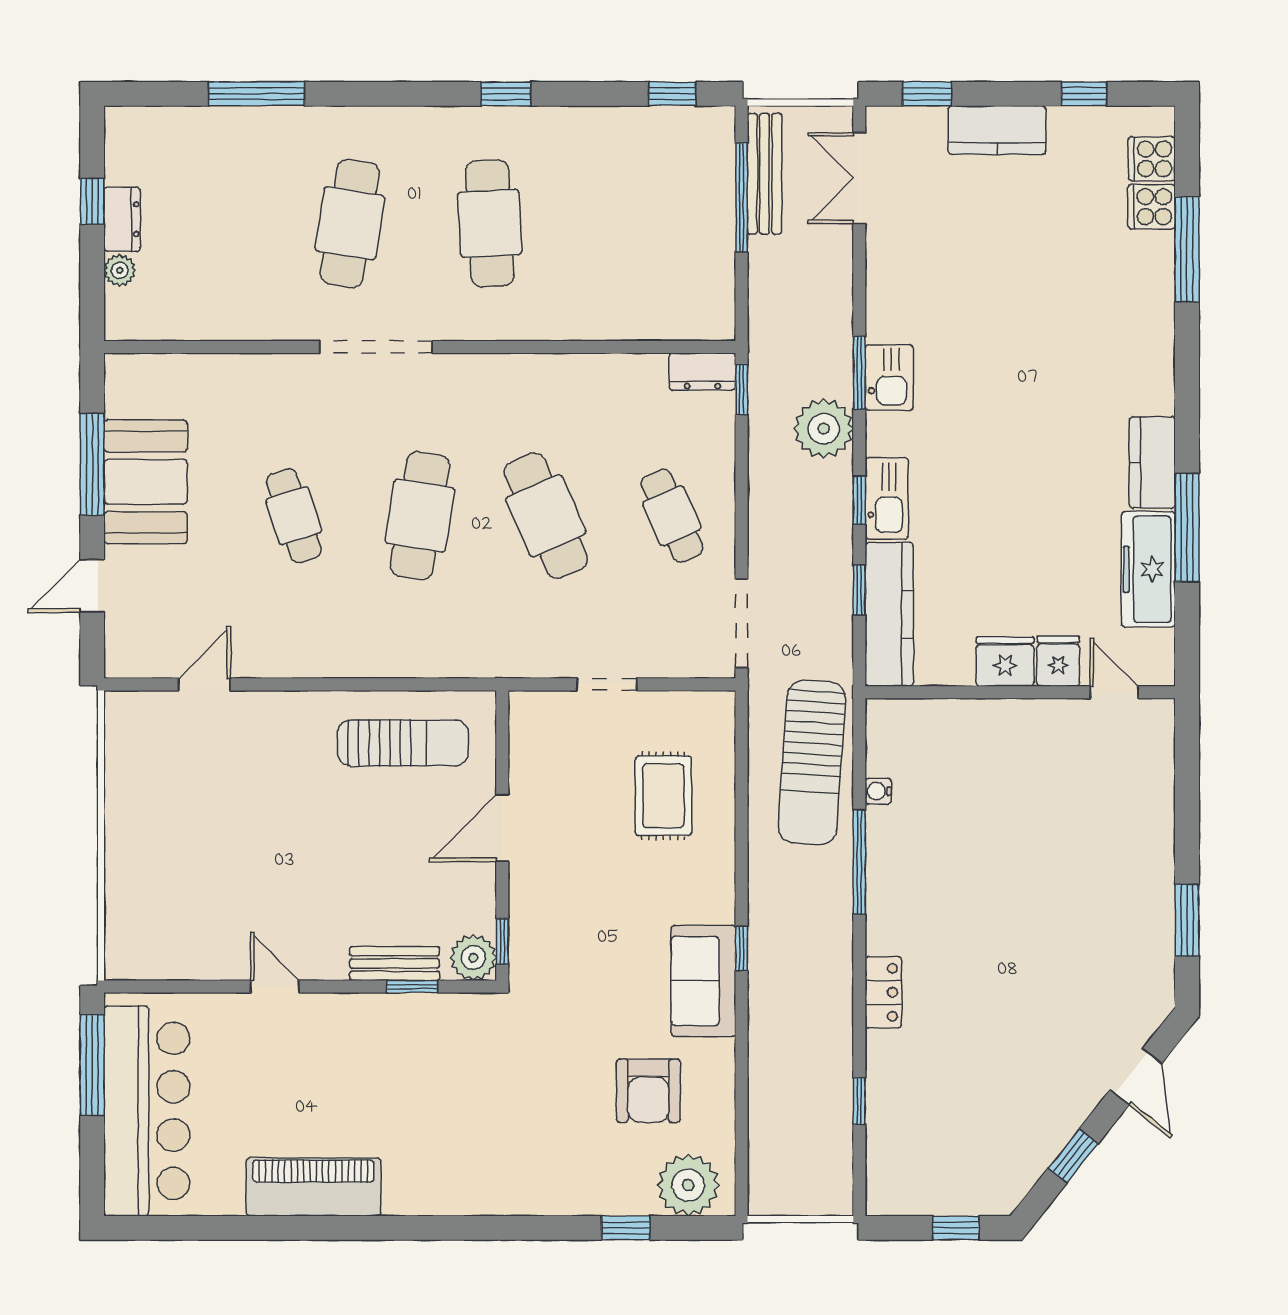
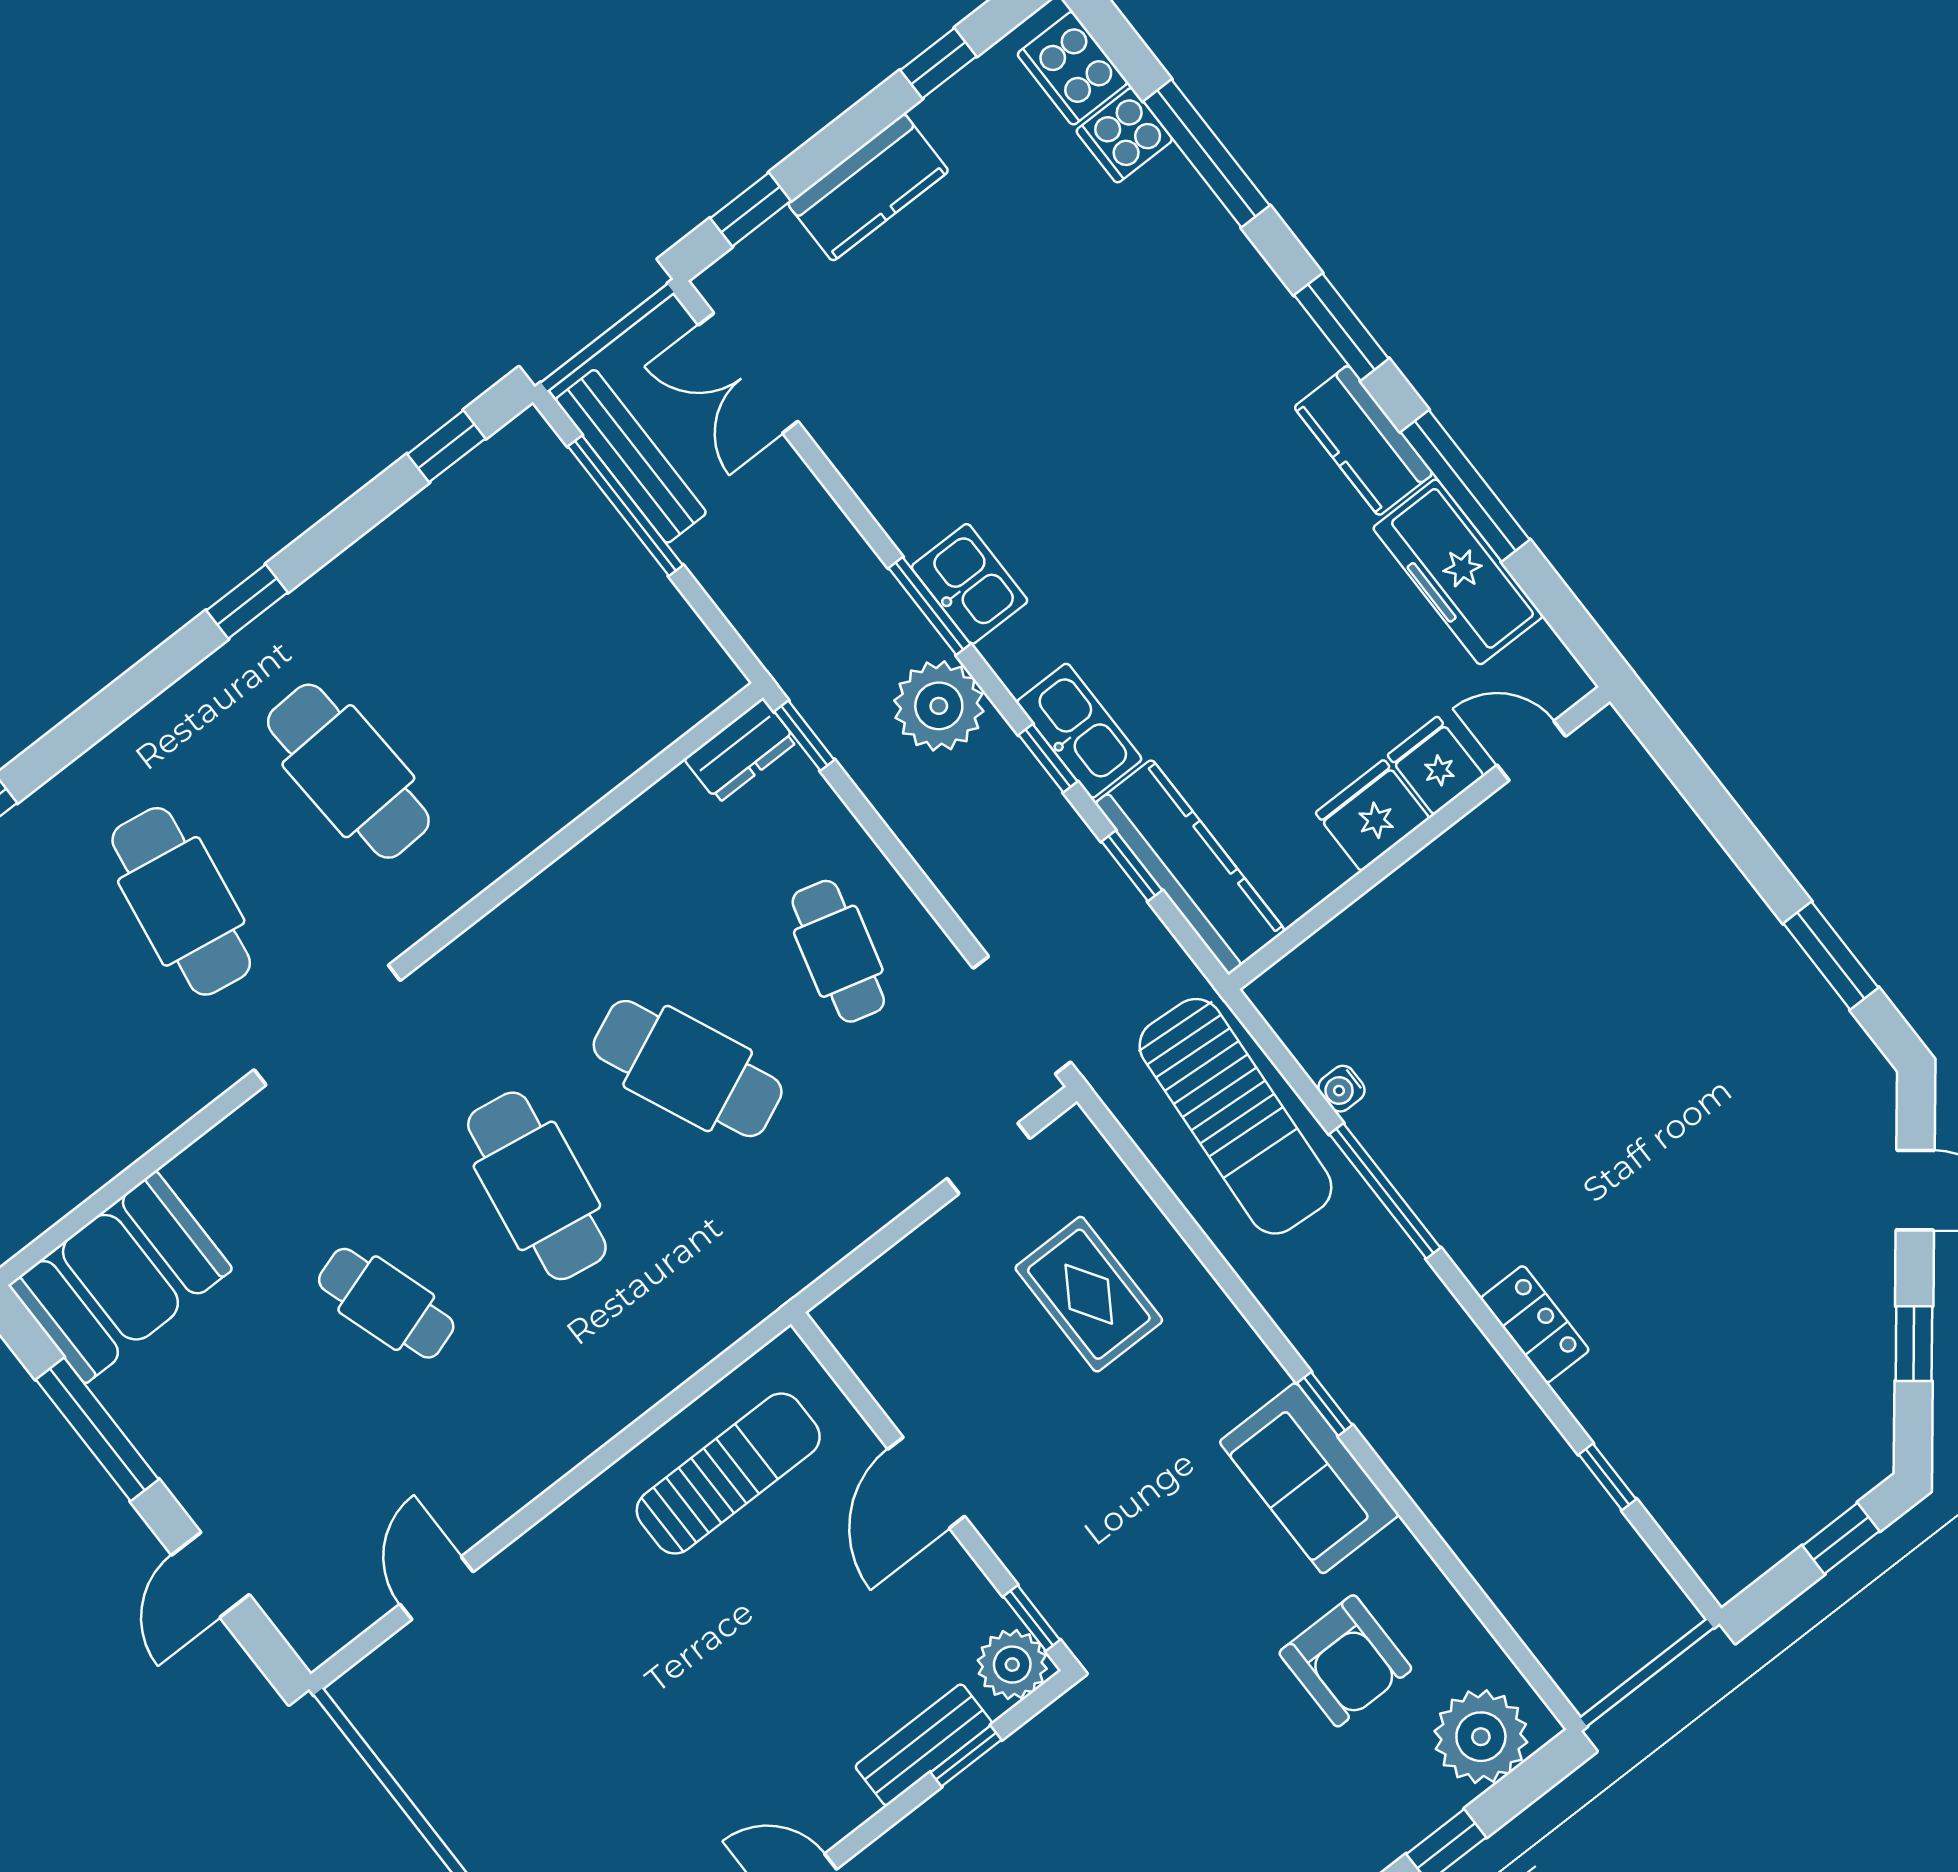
cooker: (1152, 159) -> (1072, 68), width x1.36
window: (1187, 394) -> (1341, 327), added
booth: (146, 482) -> (120, 1277), moved, turned 90
cafe table: (672, 516) -> (838, 951), turned 39
doorway: (607, 684) -> (988, 1158), moved

